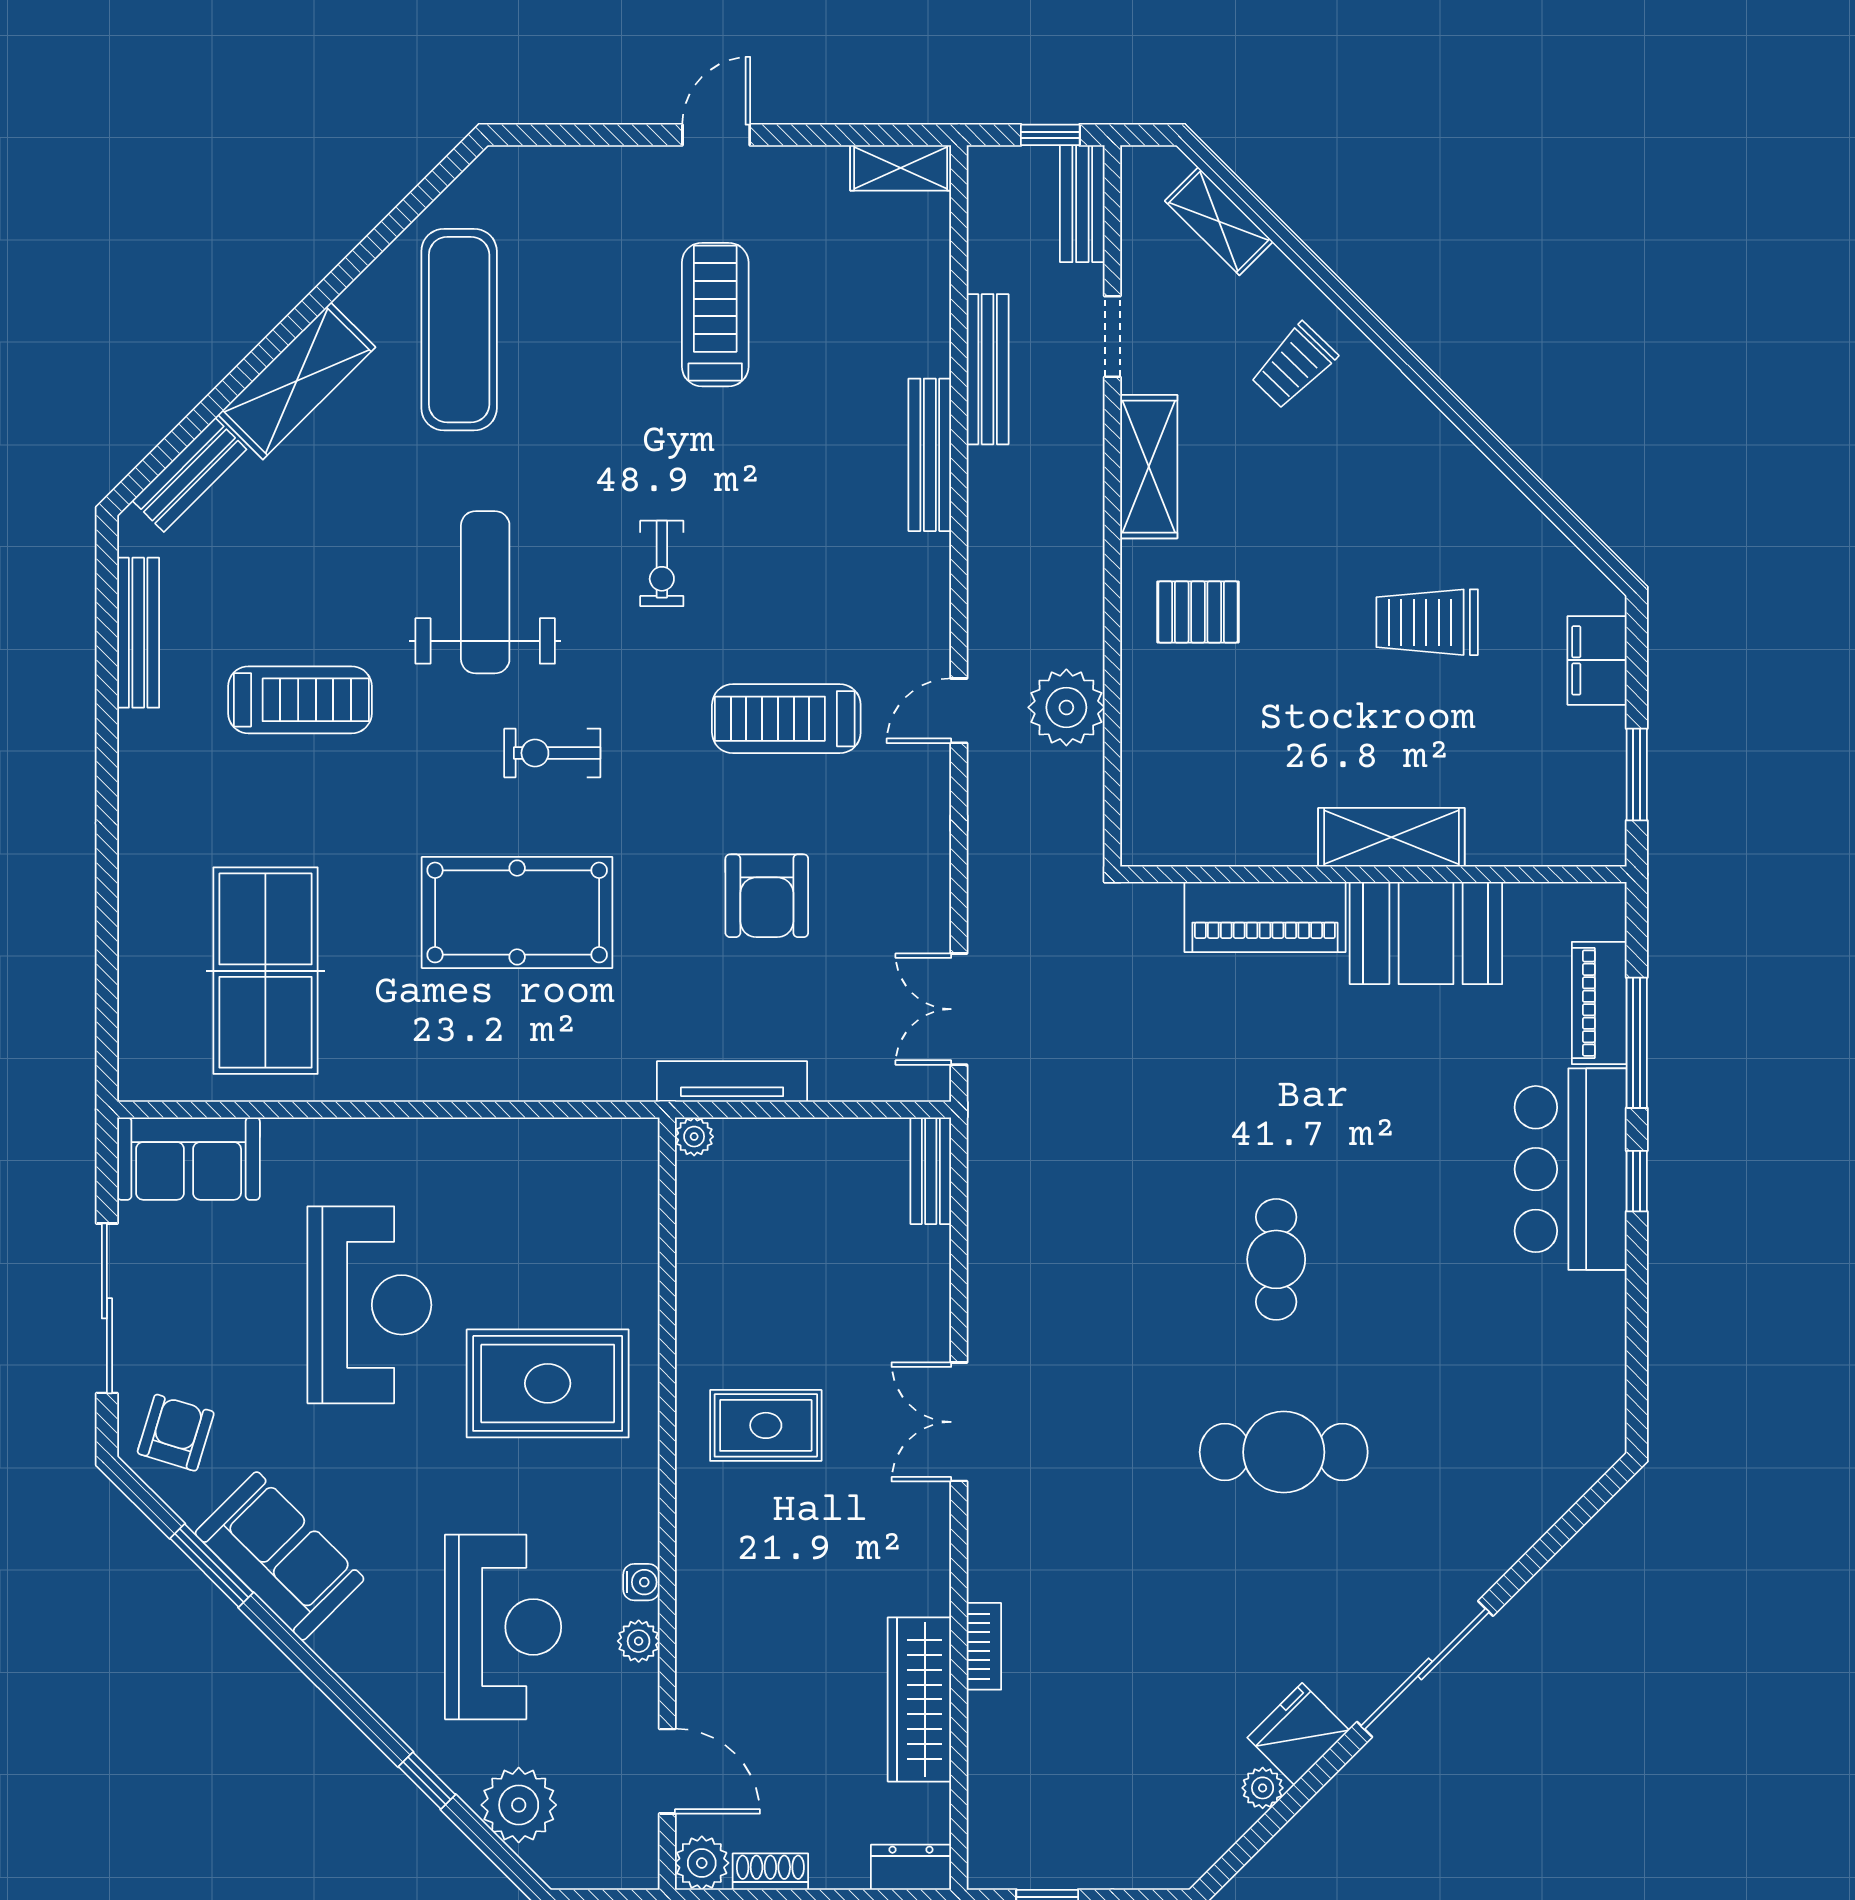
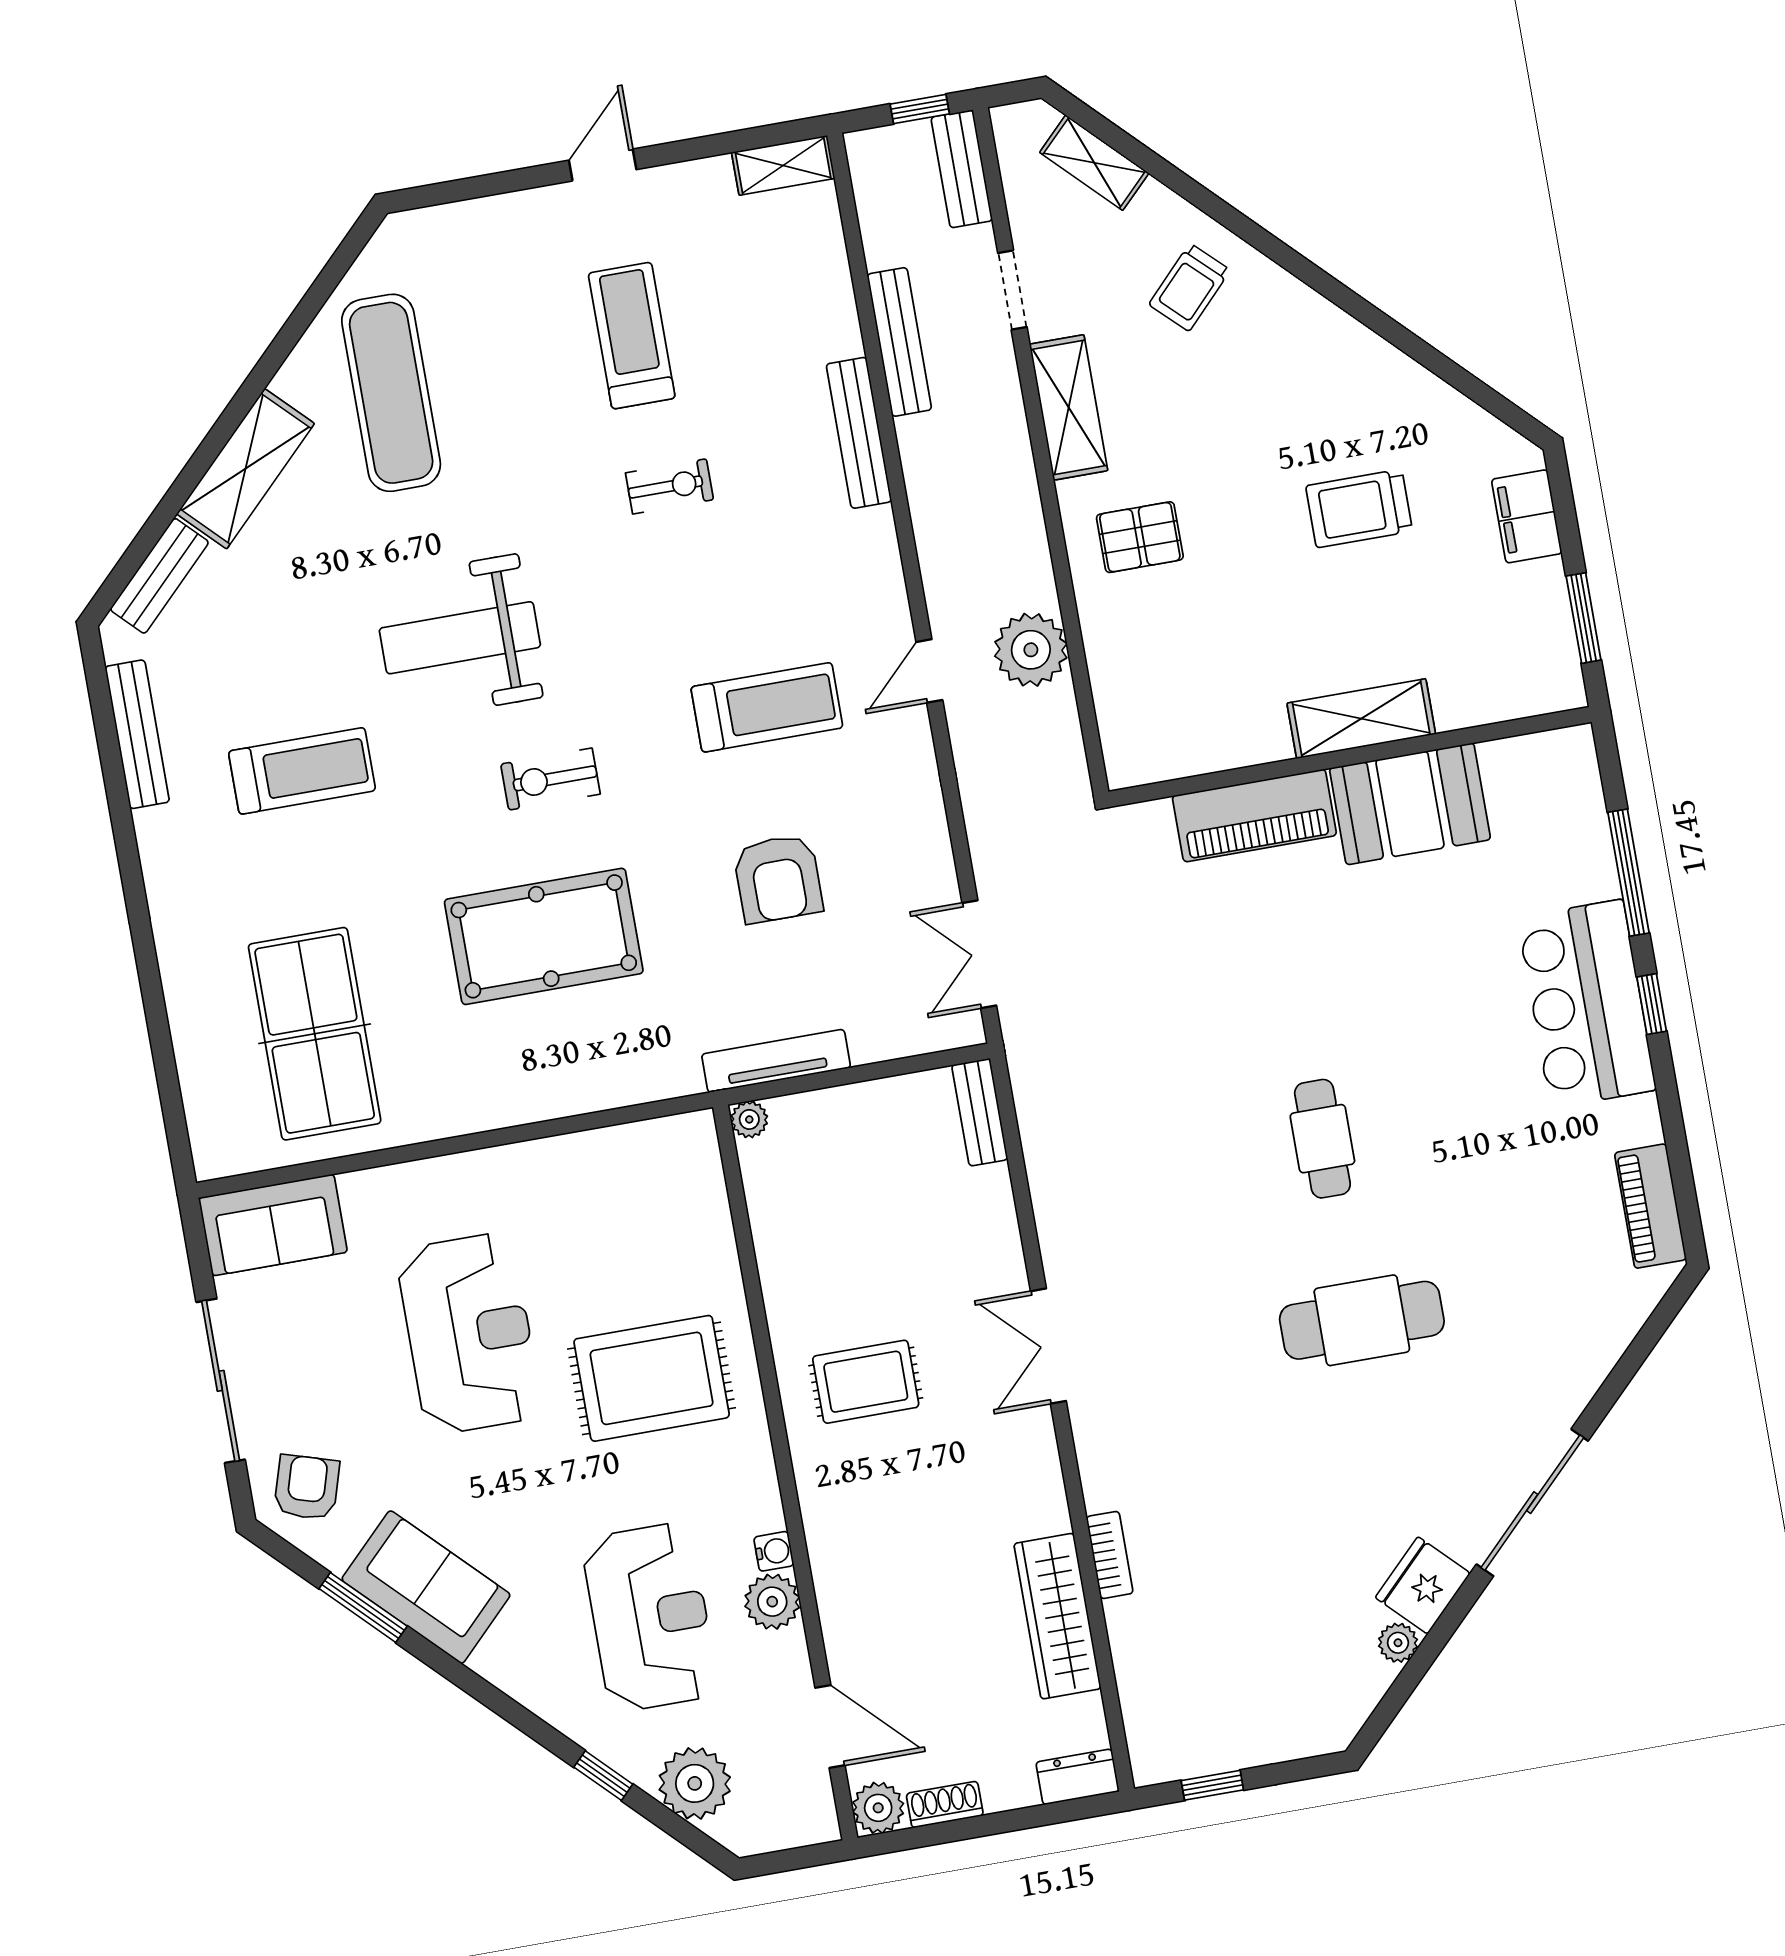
exercise bike: (662, 563) -> (670, 486), moved, turned -90
weight bench: (485, 592) -> (460, 638), turned -90
treadmill: (786, 719) -> (767, 707), turned 180
piano: (1599, 1003) -> (1650, 1206), moved
plant: (639, 1641) -> (772, 1602), width x1.38, depth x1.38

